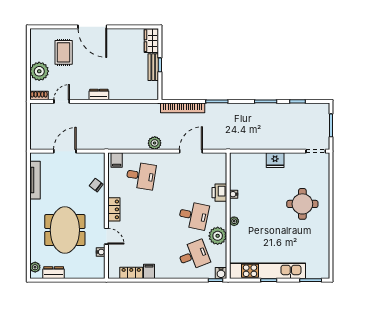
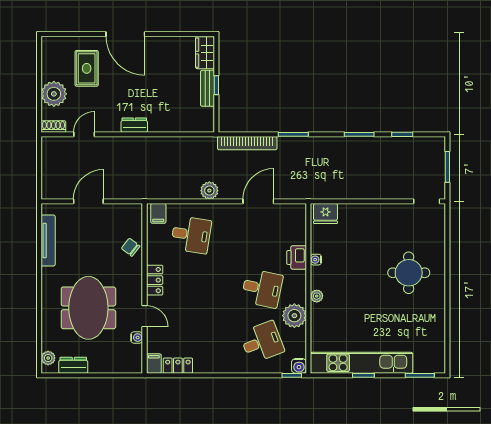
fridge: (275, 160) -> (325, 214), moved
filing cabinet: (149, 271) -> (154, 364), moved

